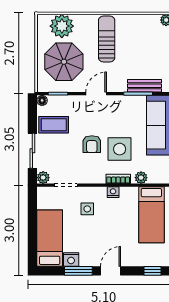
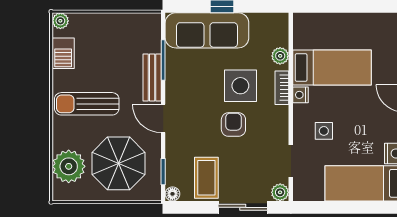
barbecue: (143, 22) -> (63, 53), added
bench: (145, 86) -> (152, 78), moved
armchair: (92, 144) -> (233, 125), turned -90
bed: (151, 215) -> (332, 68), moved

